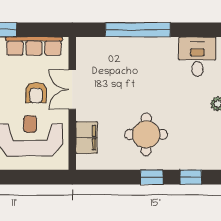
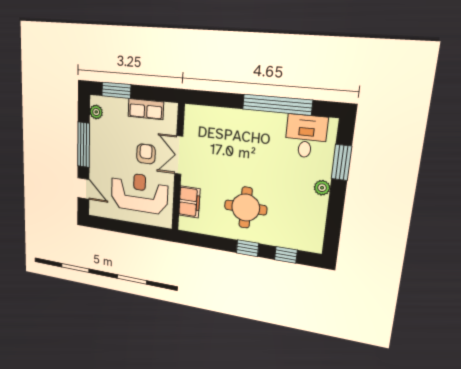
window: (138, 30) -> (277, 105), moved
row of seats: (34, 46) -> (146, 109), width x0.68
armchair: (36, 93) -> (146, 154), turned 180

